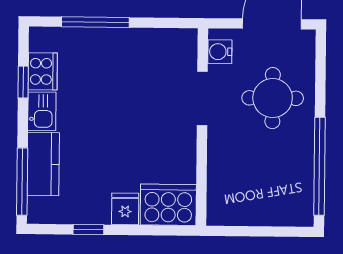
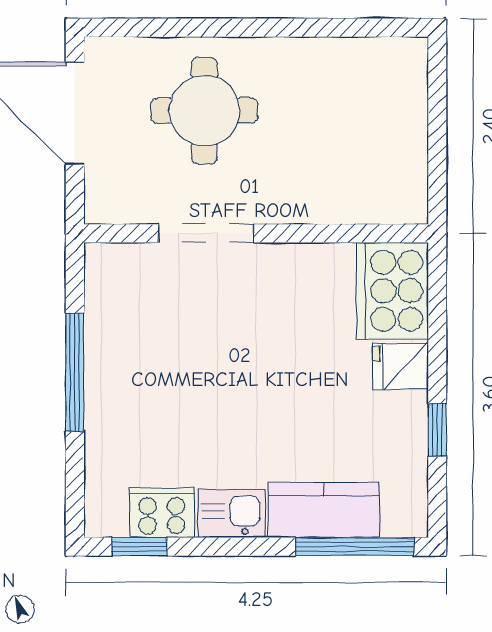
window: (95, 22) -> (75, 372), moved
water cooler: (220, 52) -> (124, 204), removed
window: (23, 82) -> (139, 547), moved
window: (319, 166) -> (322, 28), removed

